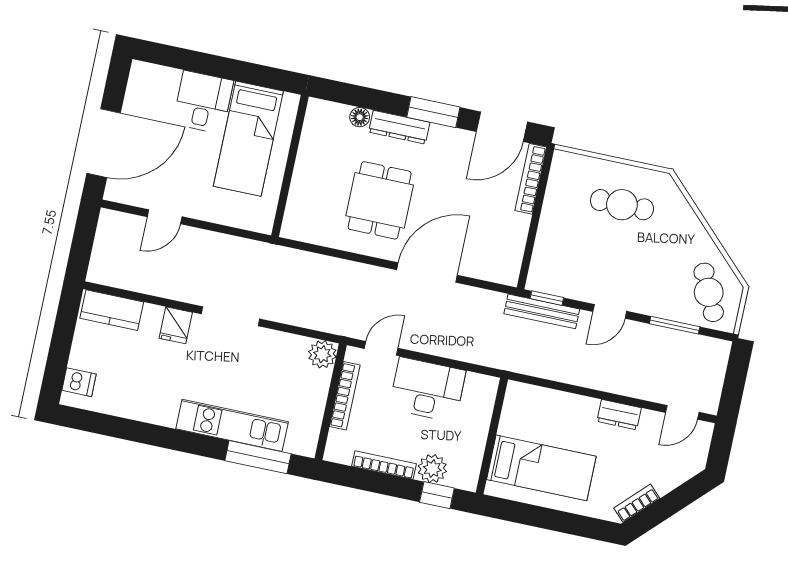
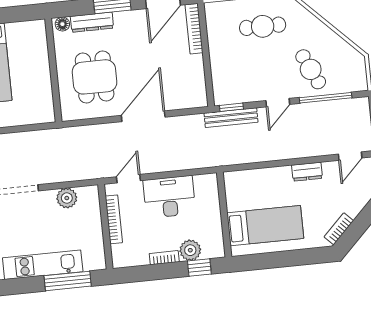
wall: (290, 166) -> (53, 70), moved
cafe table: (709, 292) -> (311, 69), moved
window: (675, 325) -> (326, 98), width x1.44
plant: (322, 354) -> (67, 198), moved
bookcase: (384, 465) -> (164, 258), width x0.64

